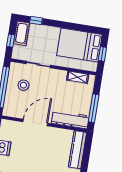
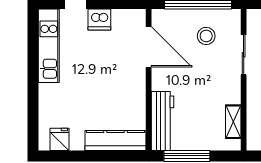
door: (35, 123) -> (149, 47), moved

